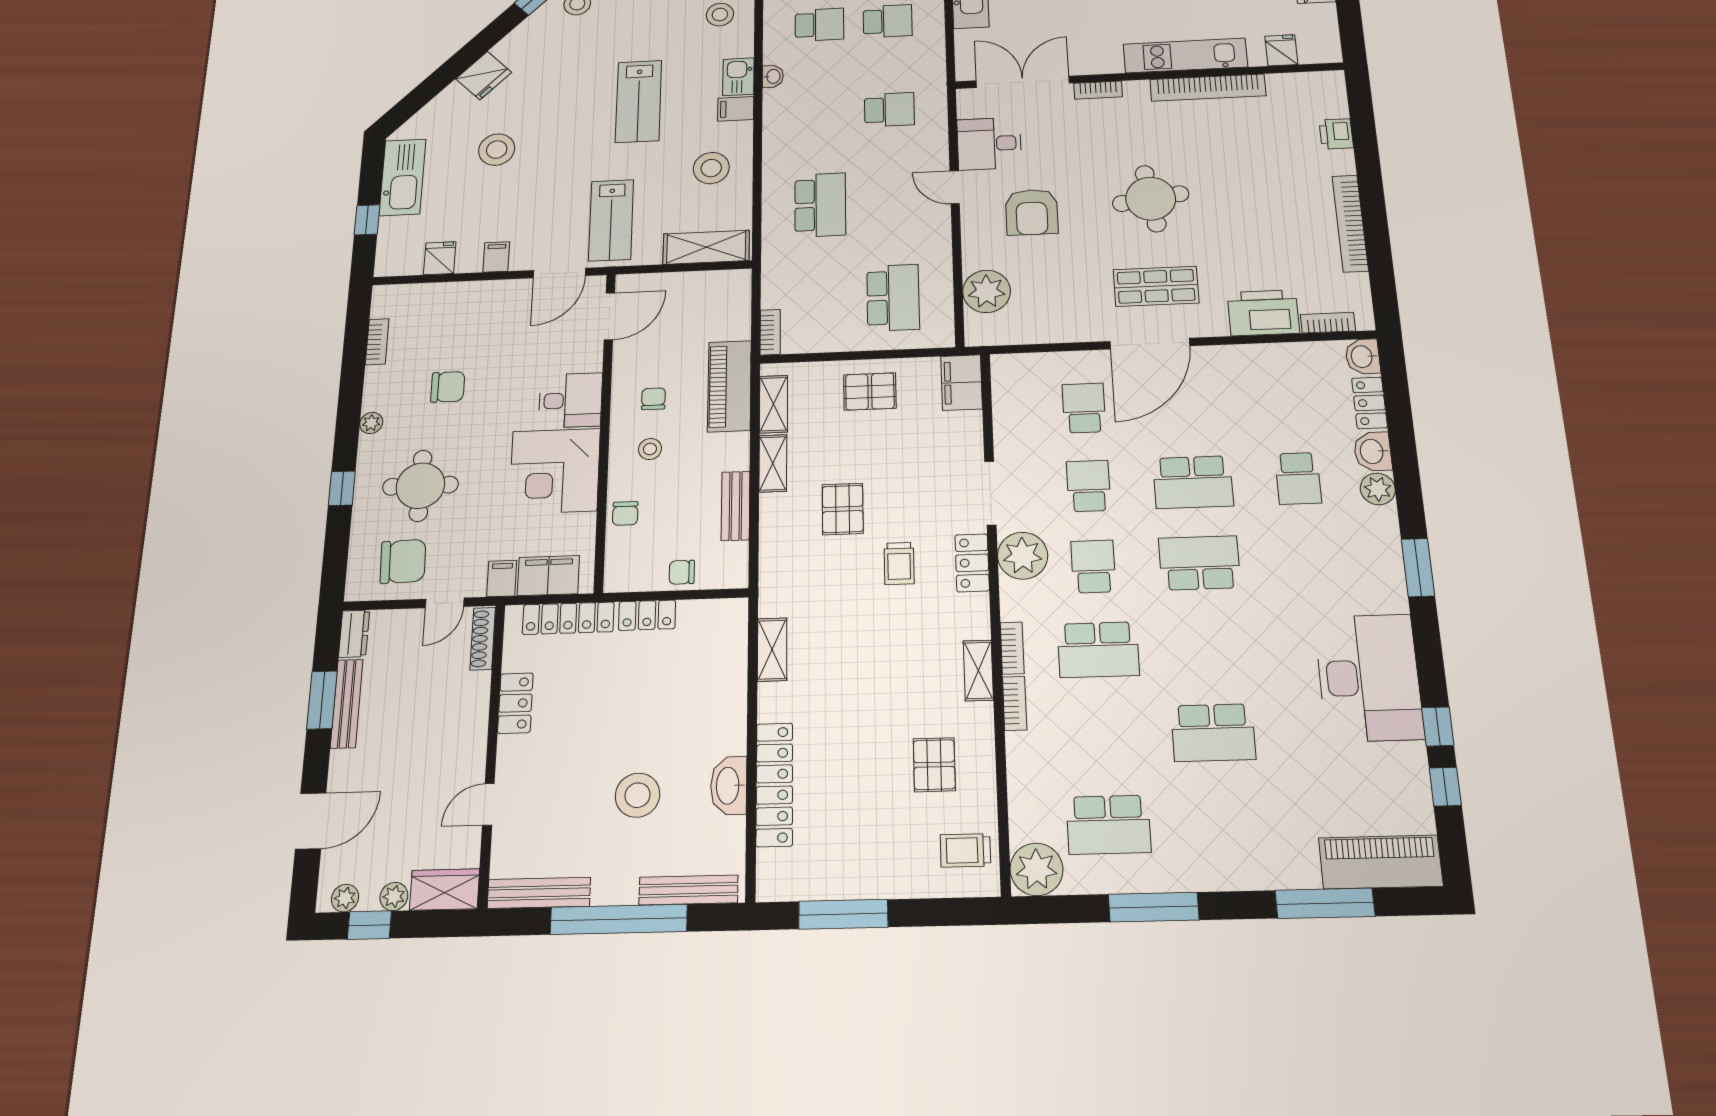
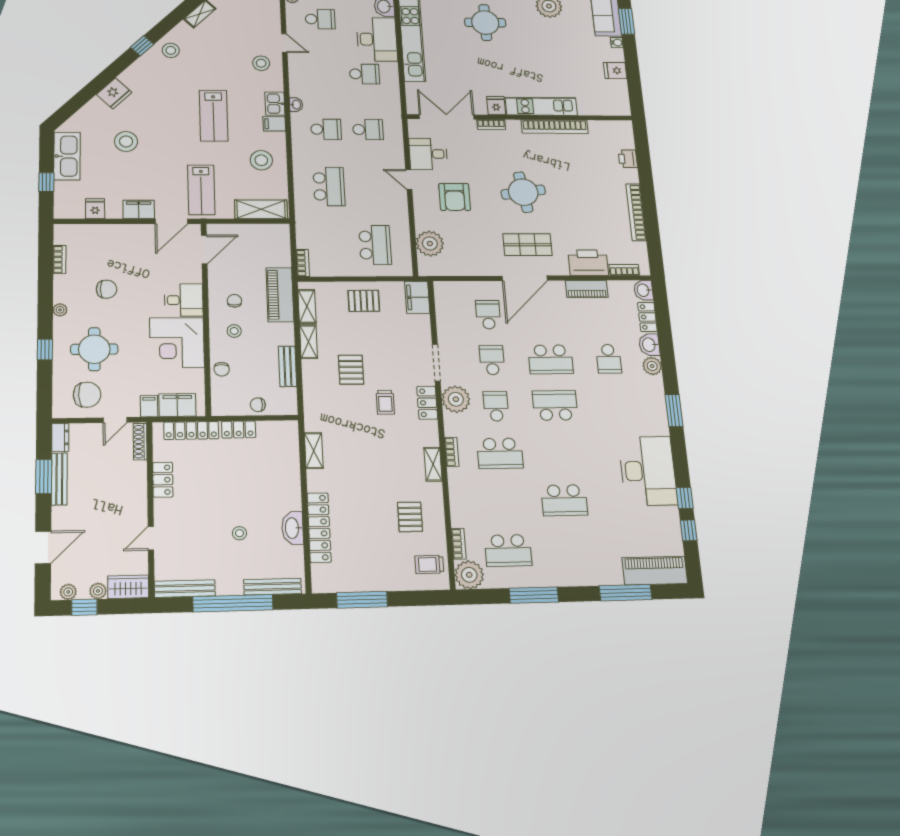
school desk: (819, 25) -> (326, 129), moved
fridge: (1281, 50) -> (496, 106), moved
filing cabinet: (496, 257) -> (139, 209), width x2.00
piano: (1260, 358) -> (587, 289), added
bookcase: (1015, 703) -> (459, 544), moved
stool: (638, 795) -> (239, 533), width x0.53, depth x0.53

